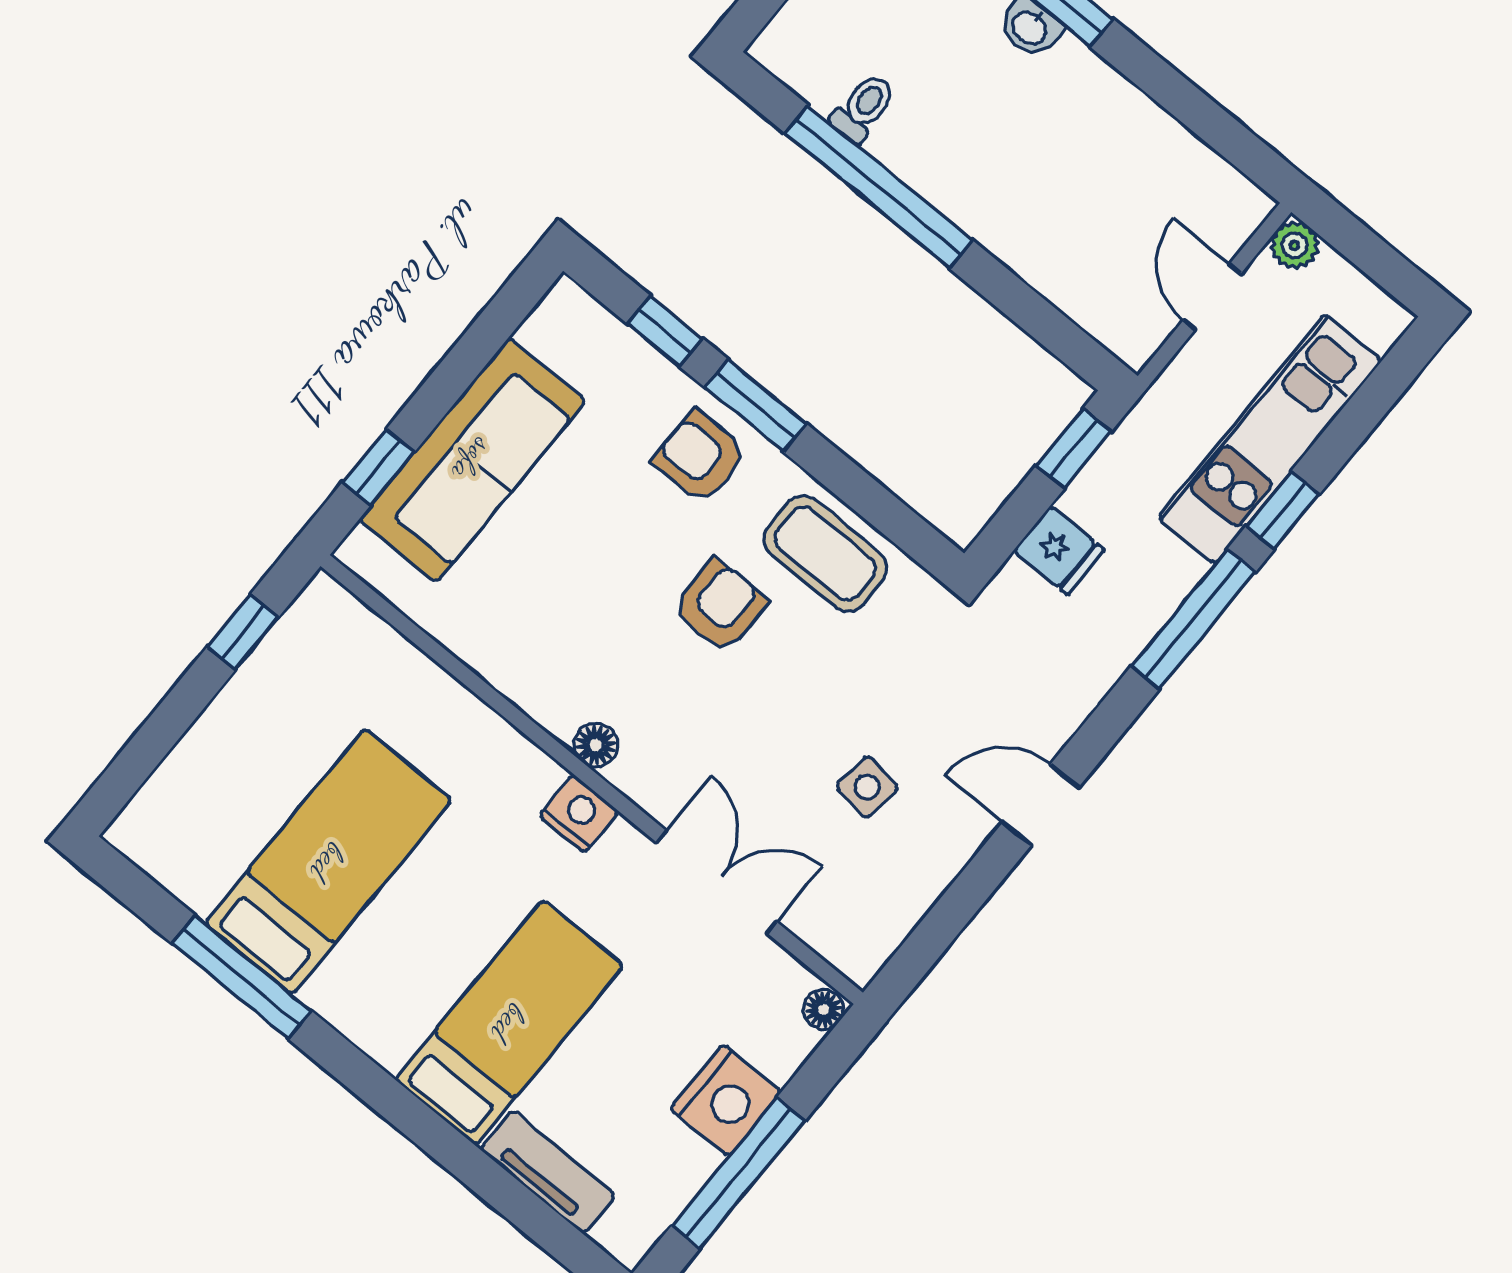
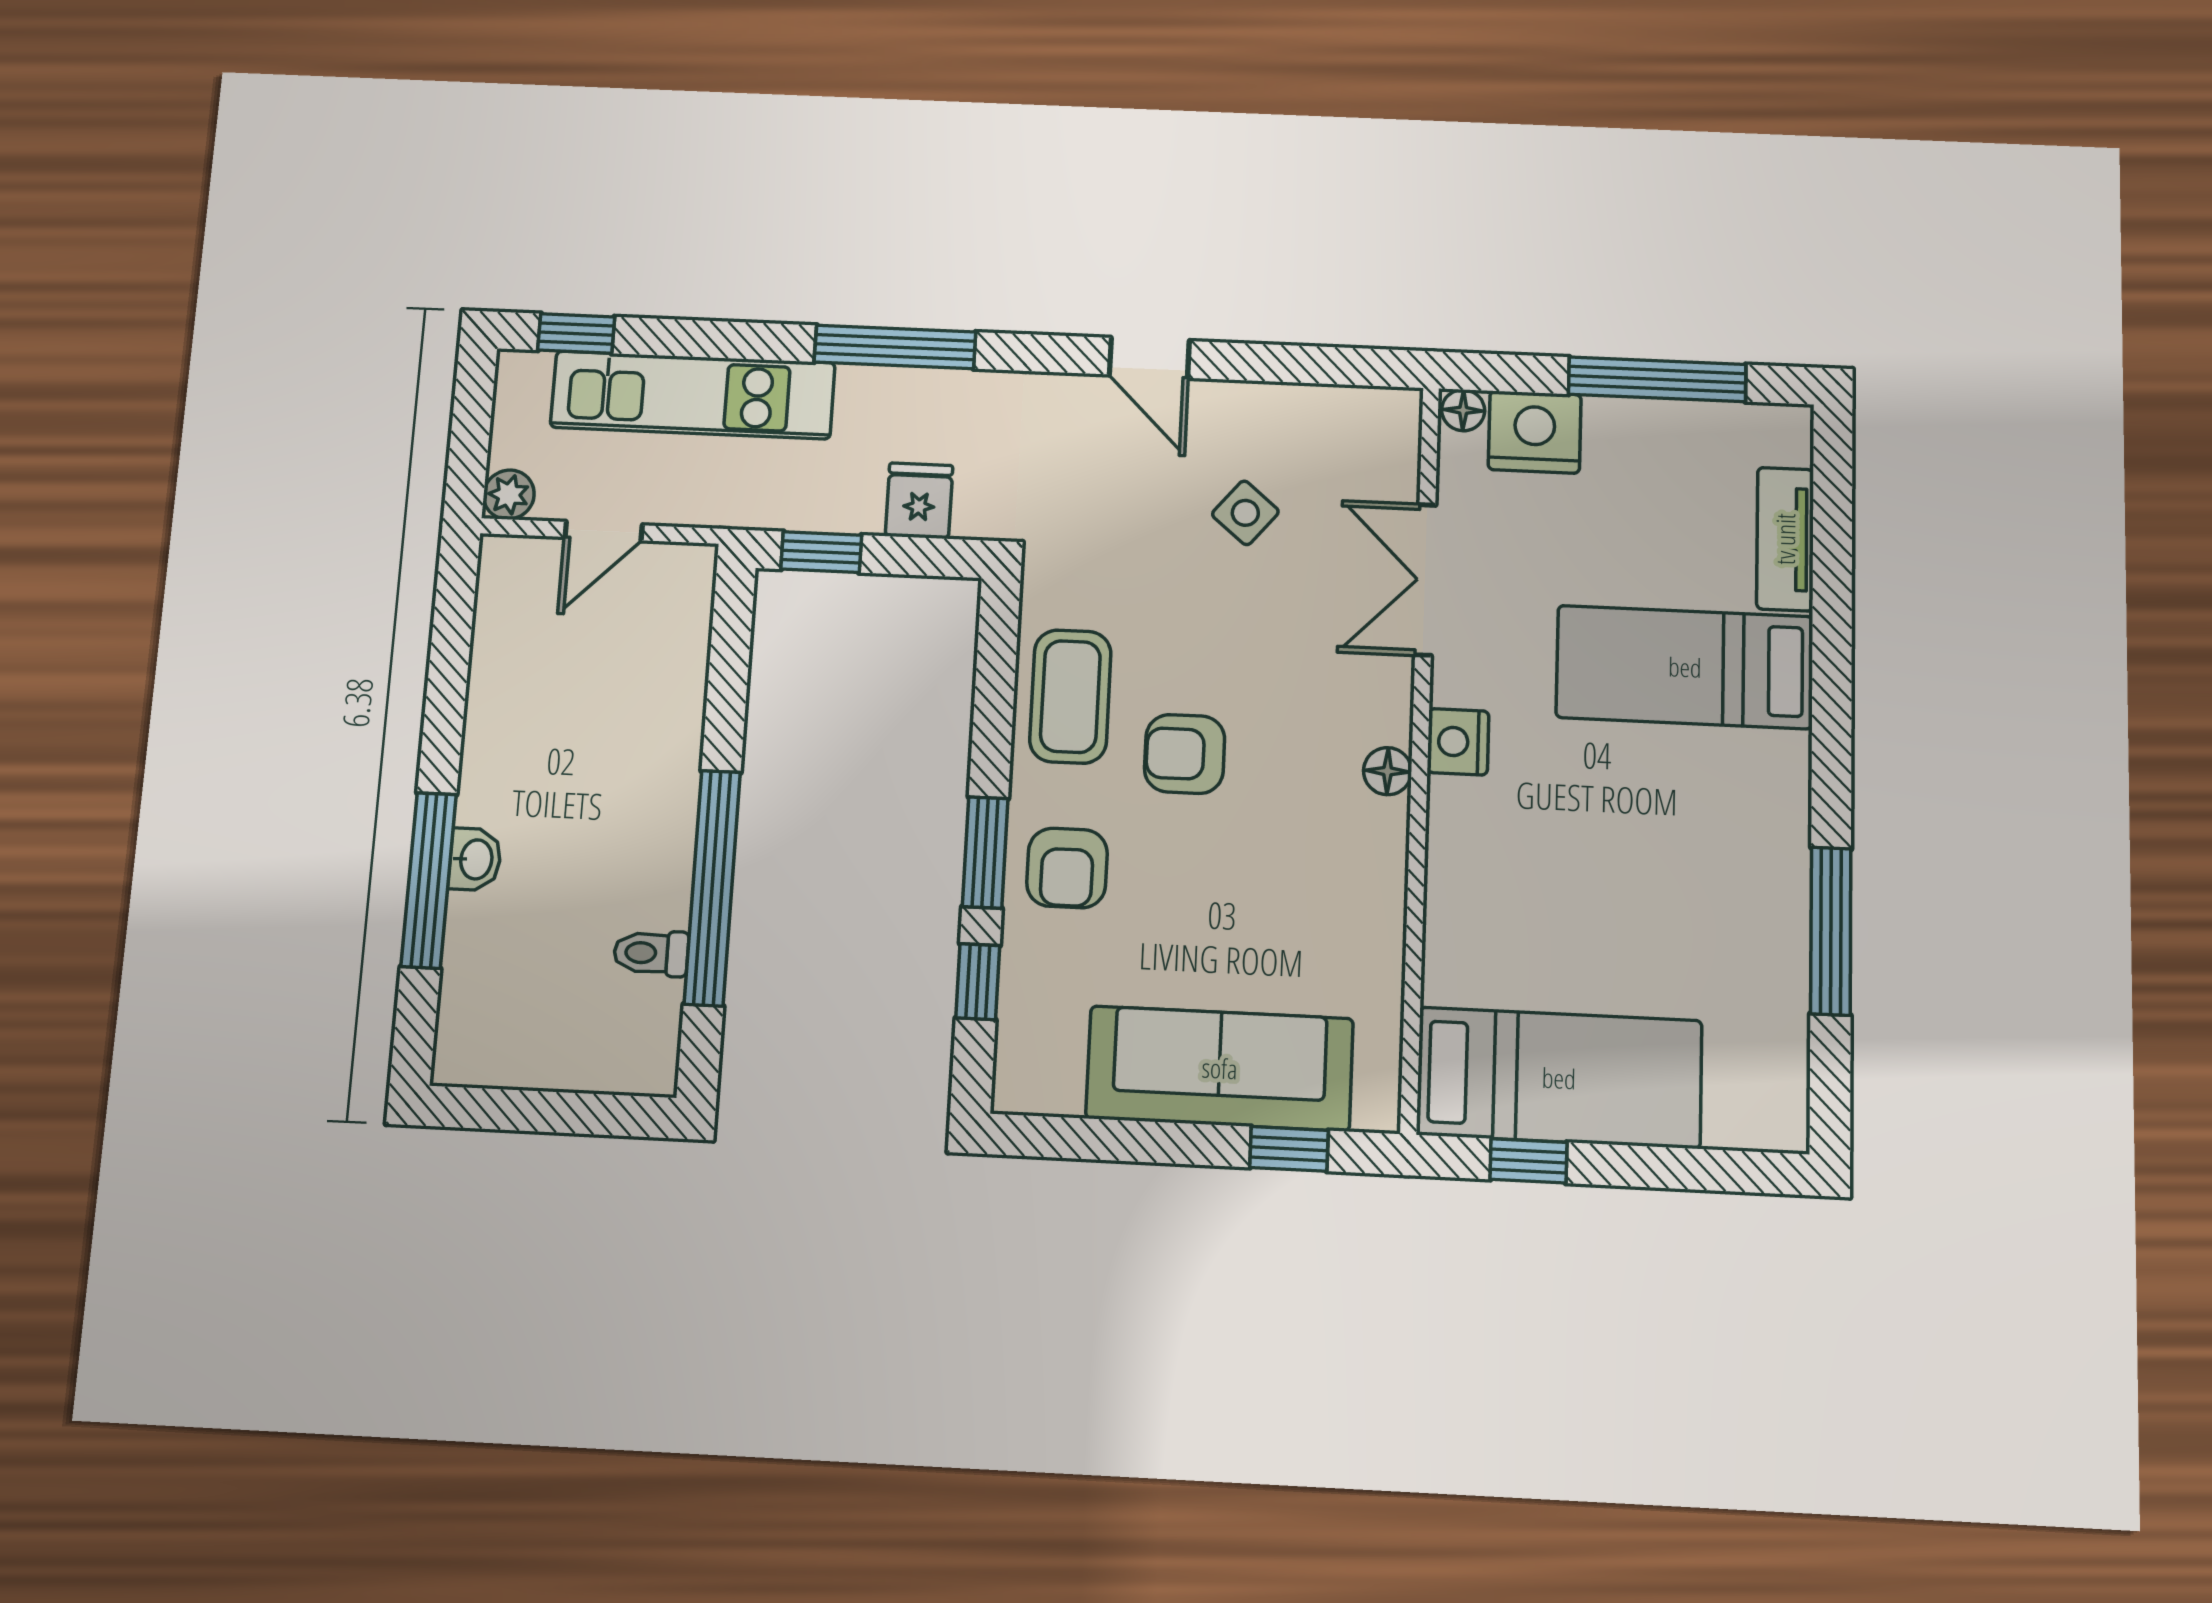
window: (1283, 510) -> (576, 333), moved
side table: (867, 787) -> (1245, 513), turned 32
bed: (328, 862) -> (1559, 1078), moved, turned 180
nightstand: (726, 1100) -> (1535, 432), moved

